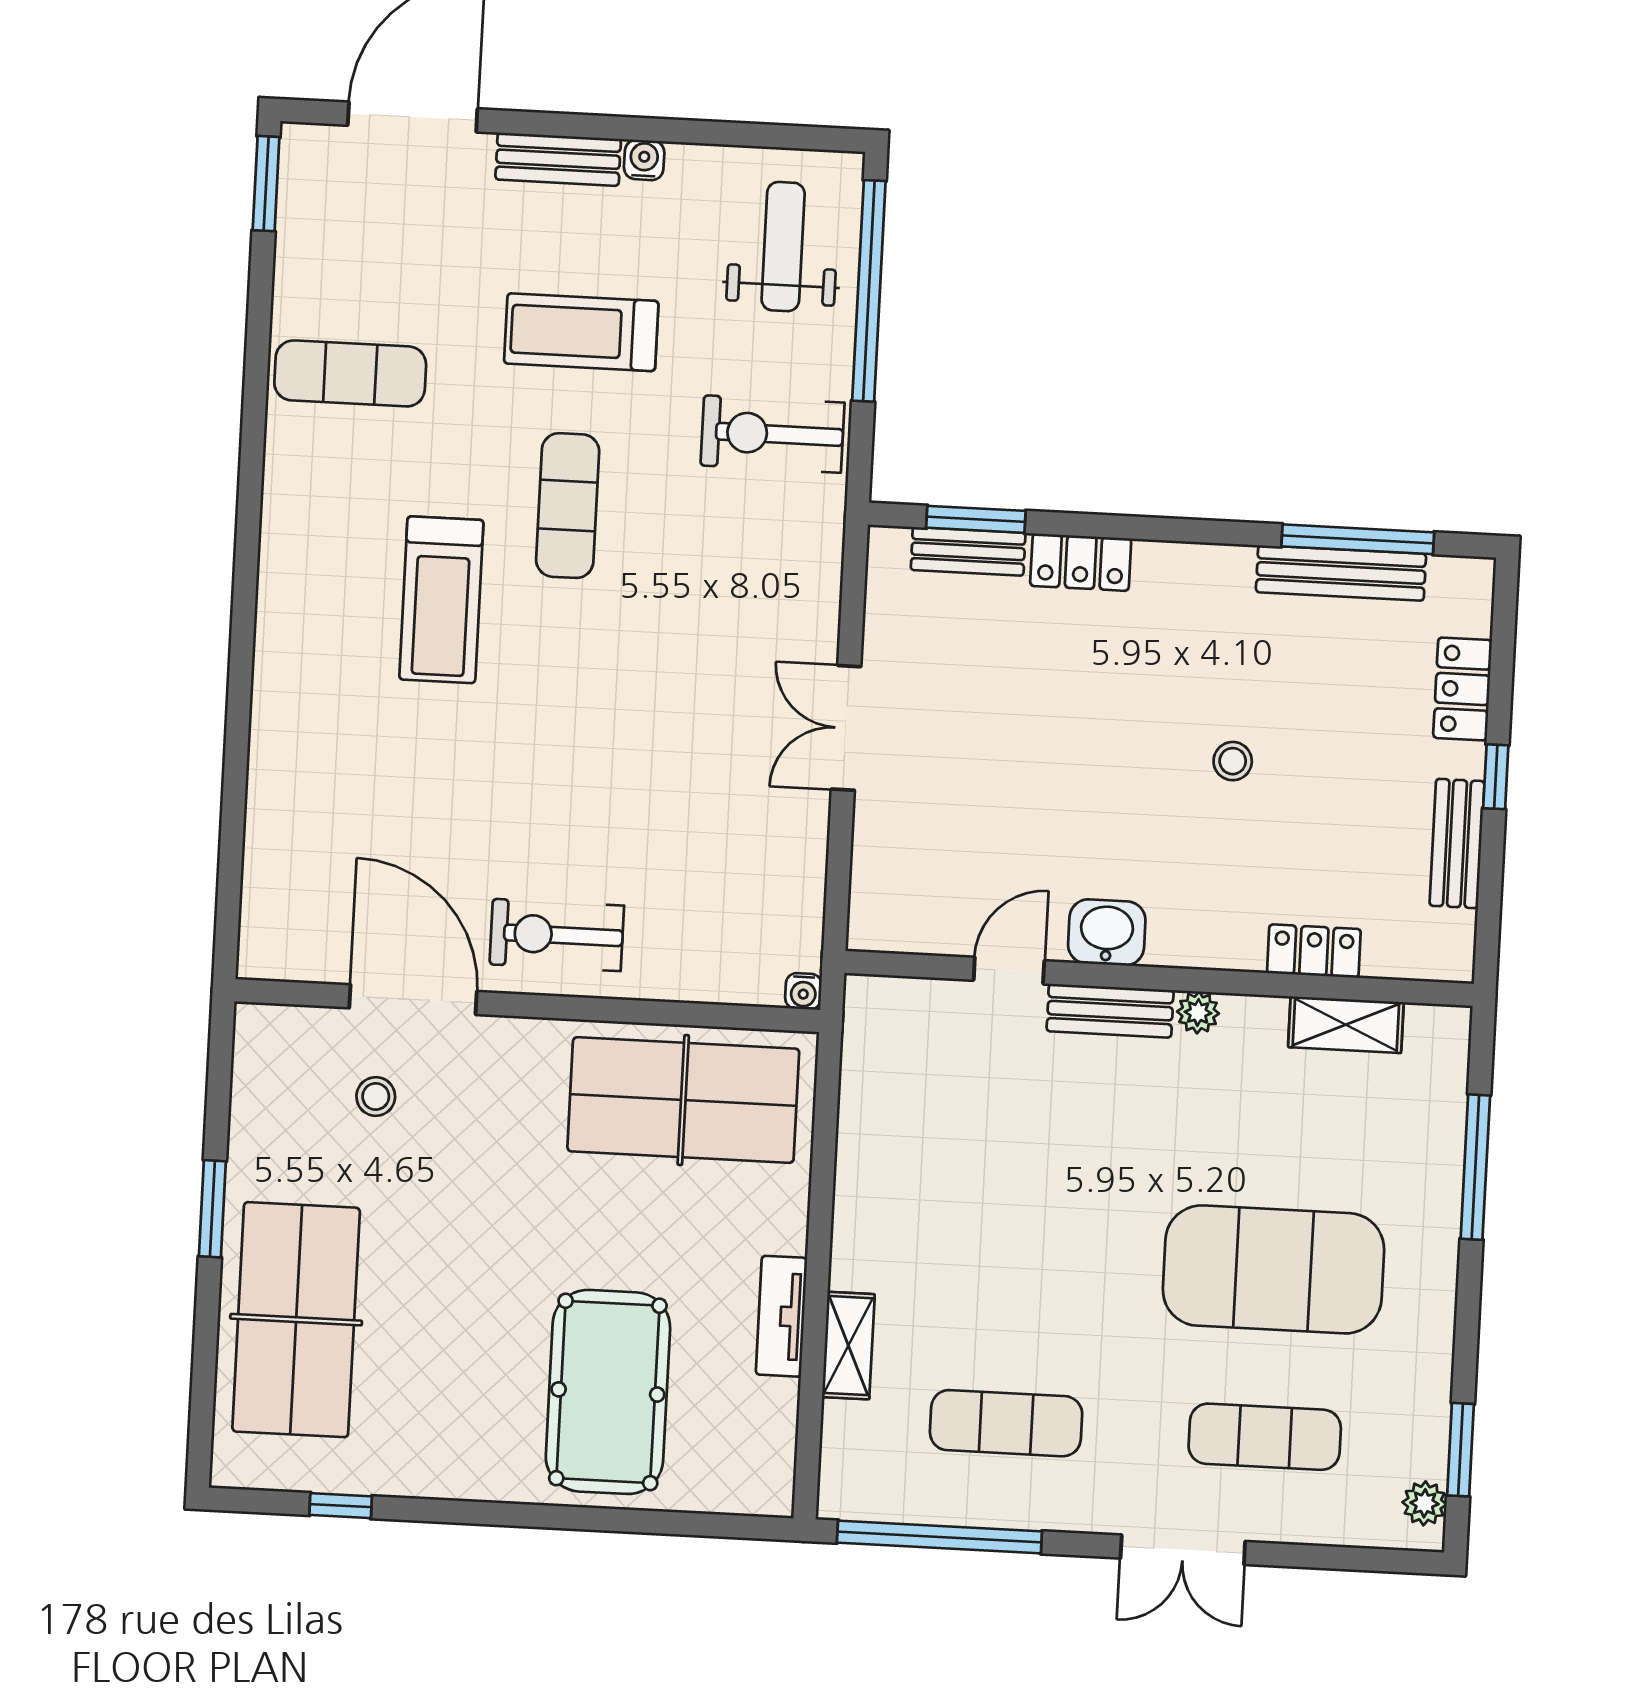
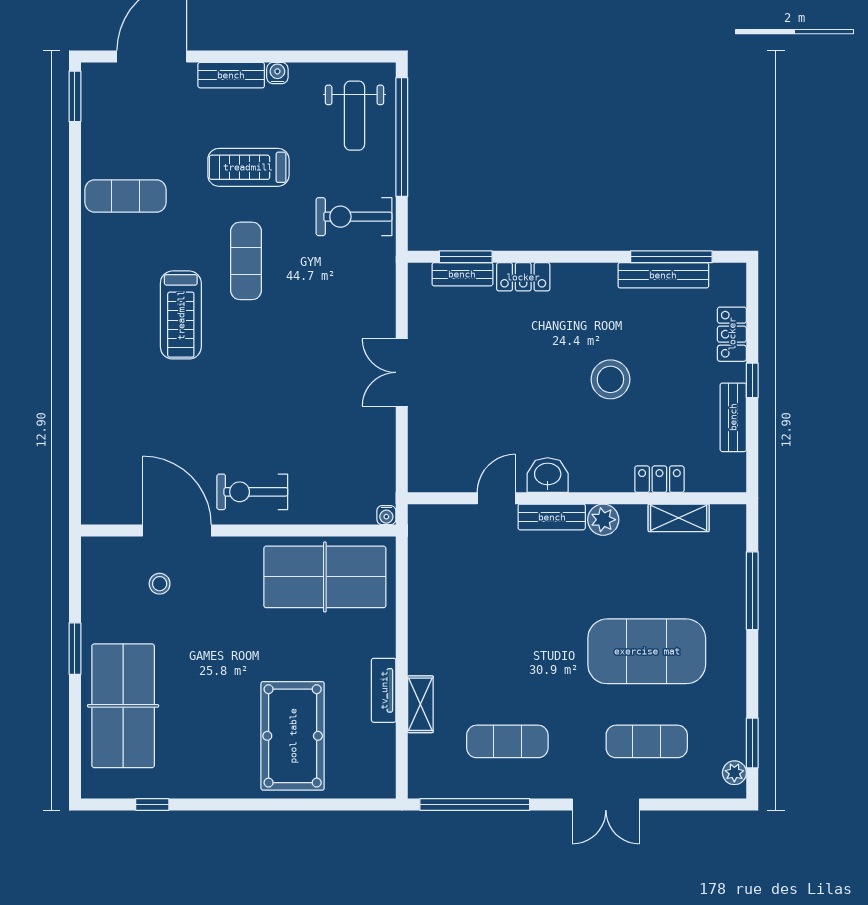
weight bench: (783, 247) -> (354, 116), turned 180
stool: (1233, 761) -> (610, 379), width x1.89, depth x1.89
plant: (1198, 1013) -> (603, 520), width x1.38, depth x1.38

